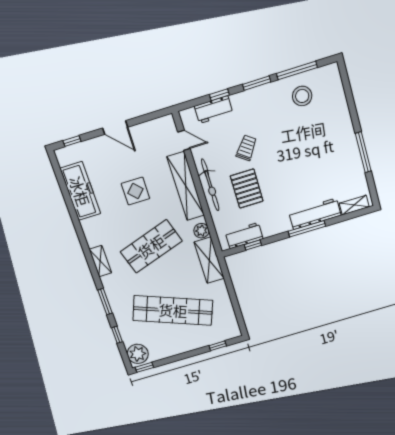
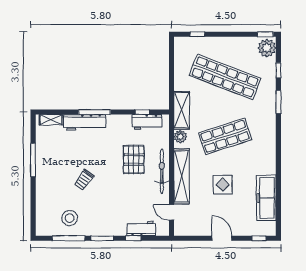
trolley: (246, 148) -> (84, 180), moved
shelving: (100, 261) -> (270, 137), removed

